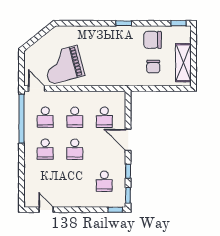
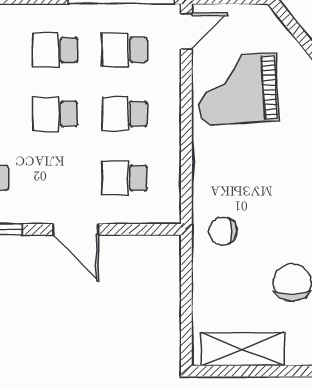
grand piano: (63, 65) -> (238, 89), turned -78
chair: (153, 67) -> (223, 231), moved
door: (128, 140) -> (75, 229), swing flipped

